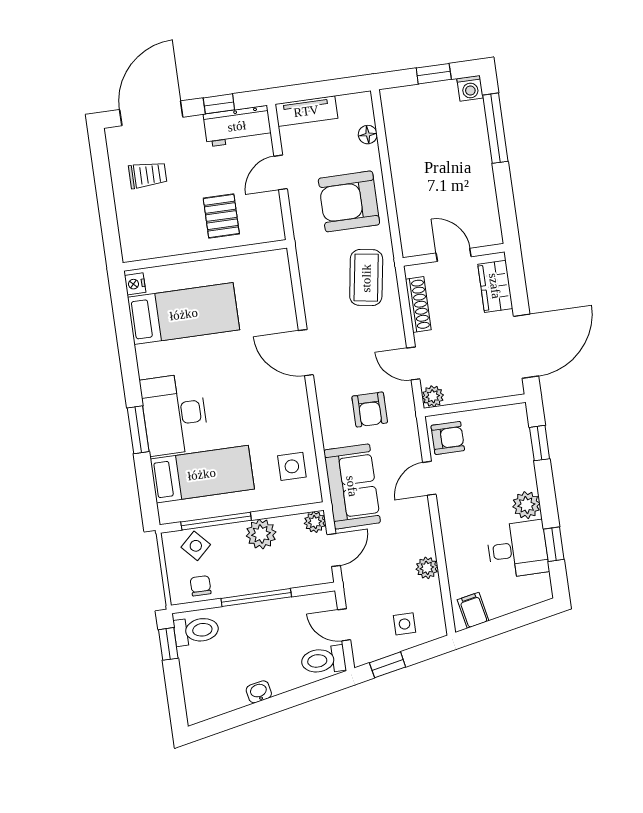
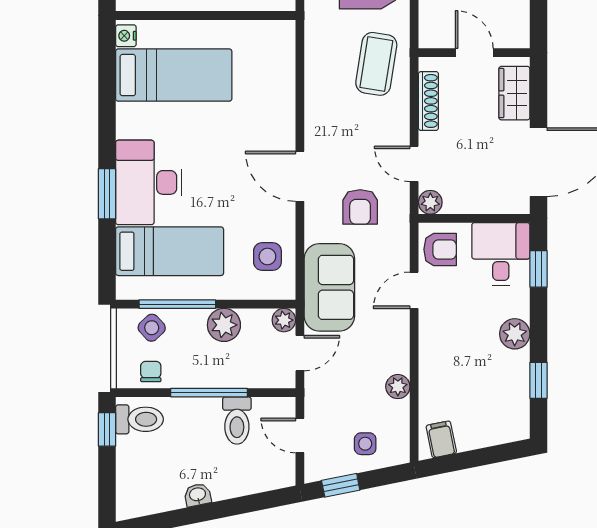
door: (306, 353) -> (300, 176), moved
desk: (518, 549) -> (501, 254), moved, turned -90
toilet: (323, 660) -> (237, 421), moved, turned -90

